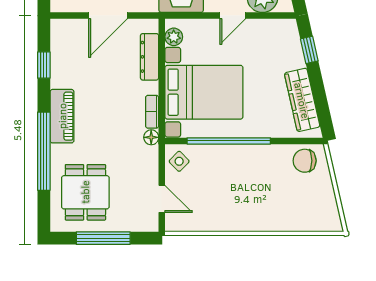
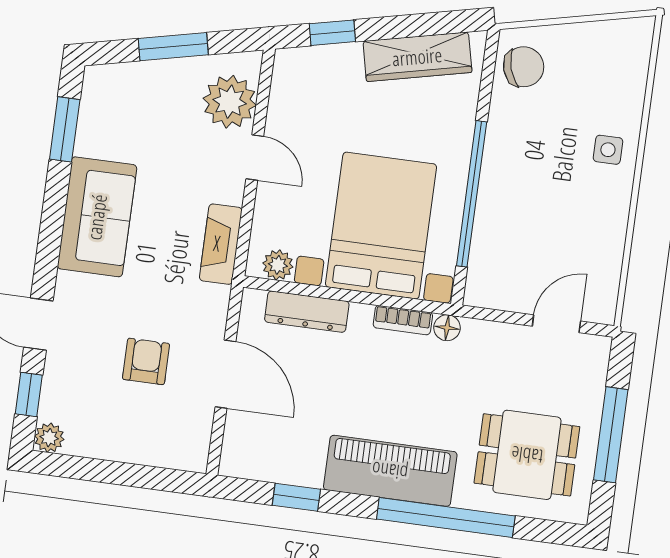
piano: (62, 116) -> (390, 471), width x1.37, depth x1.33
side table: (179, 161) -> (608, 150), moved, turned 45
chair: (305, 161) -> (524, 67), turned -107

